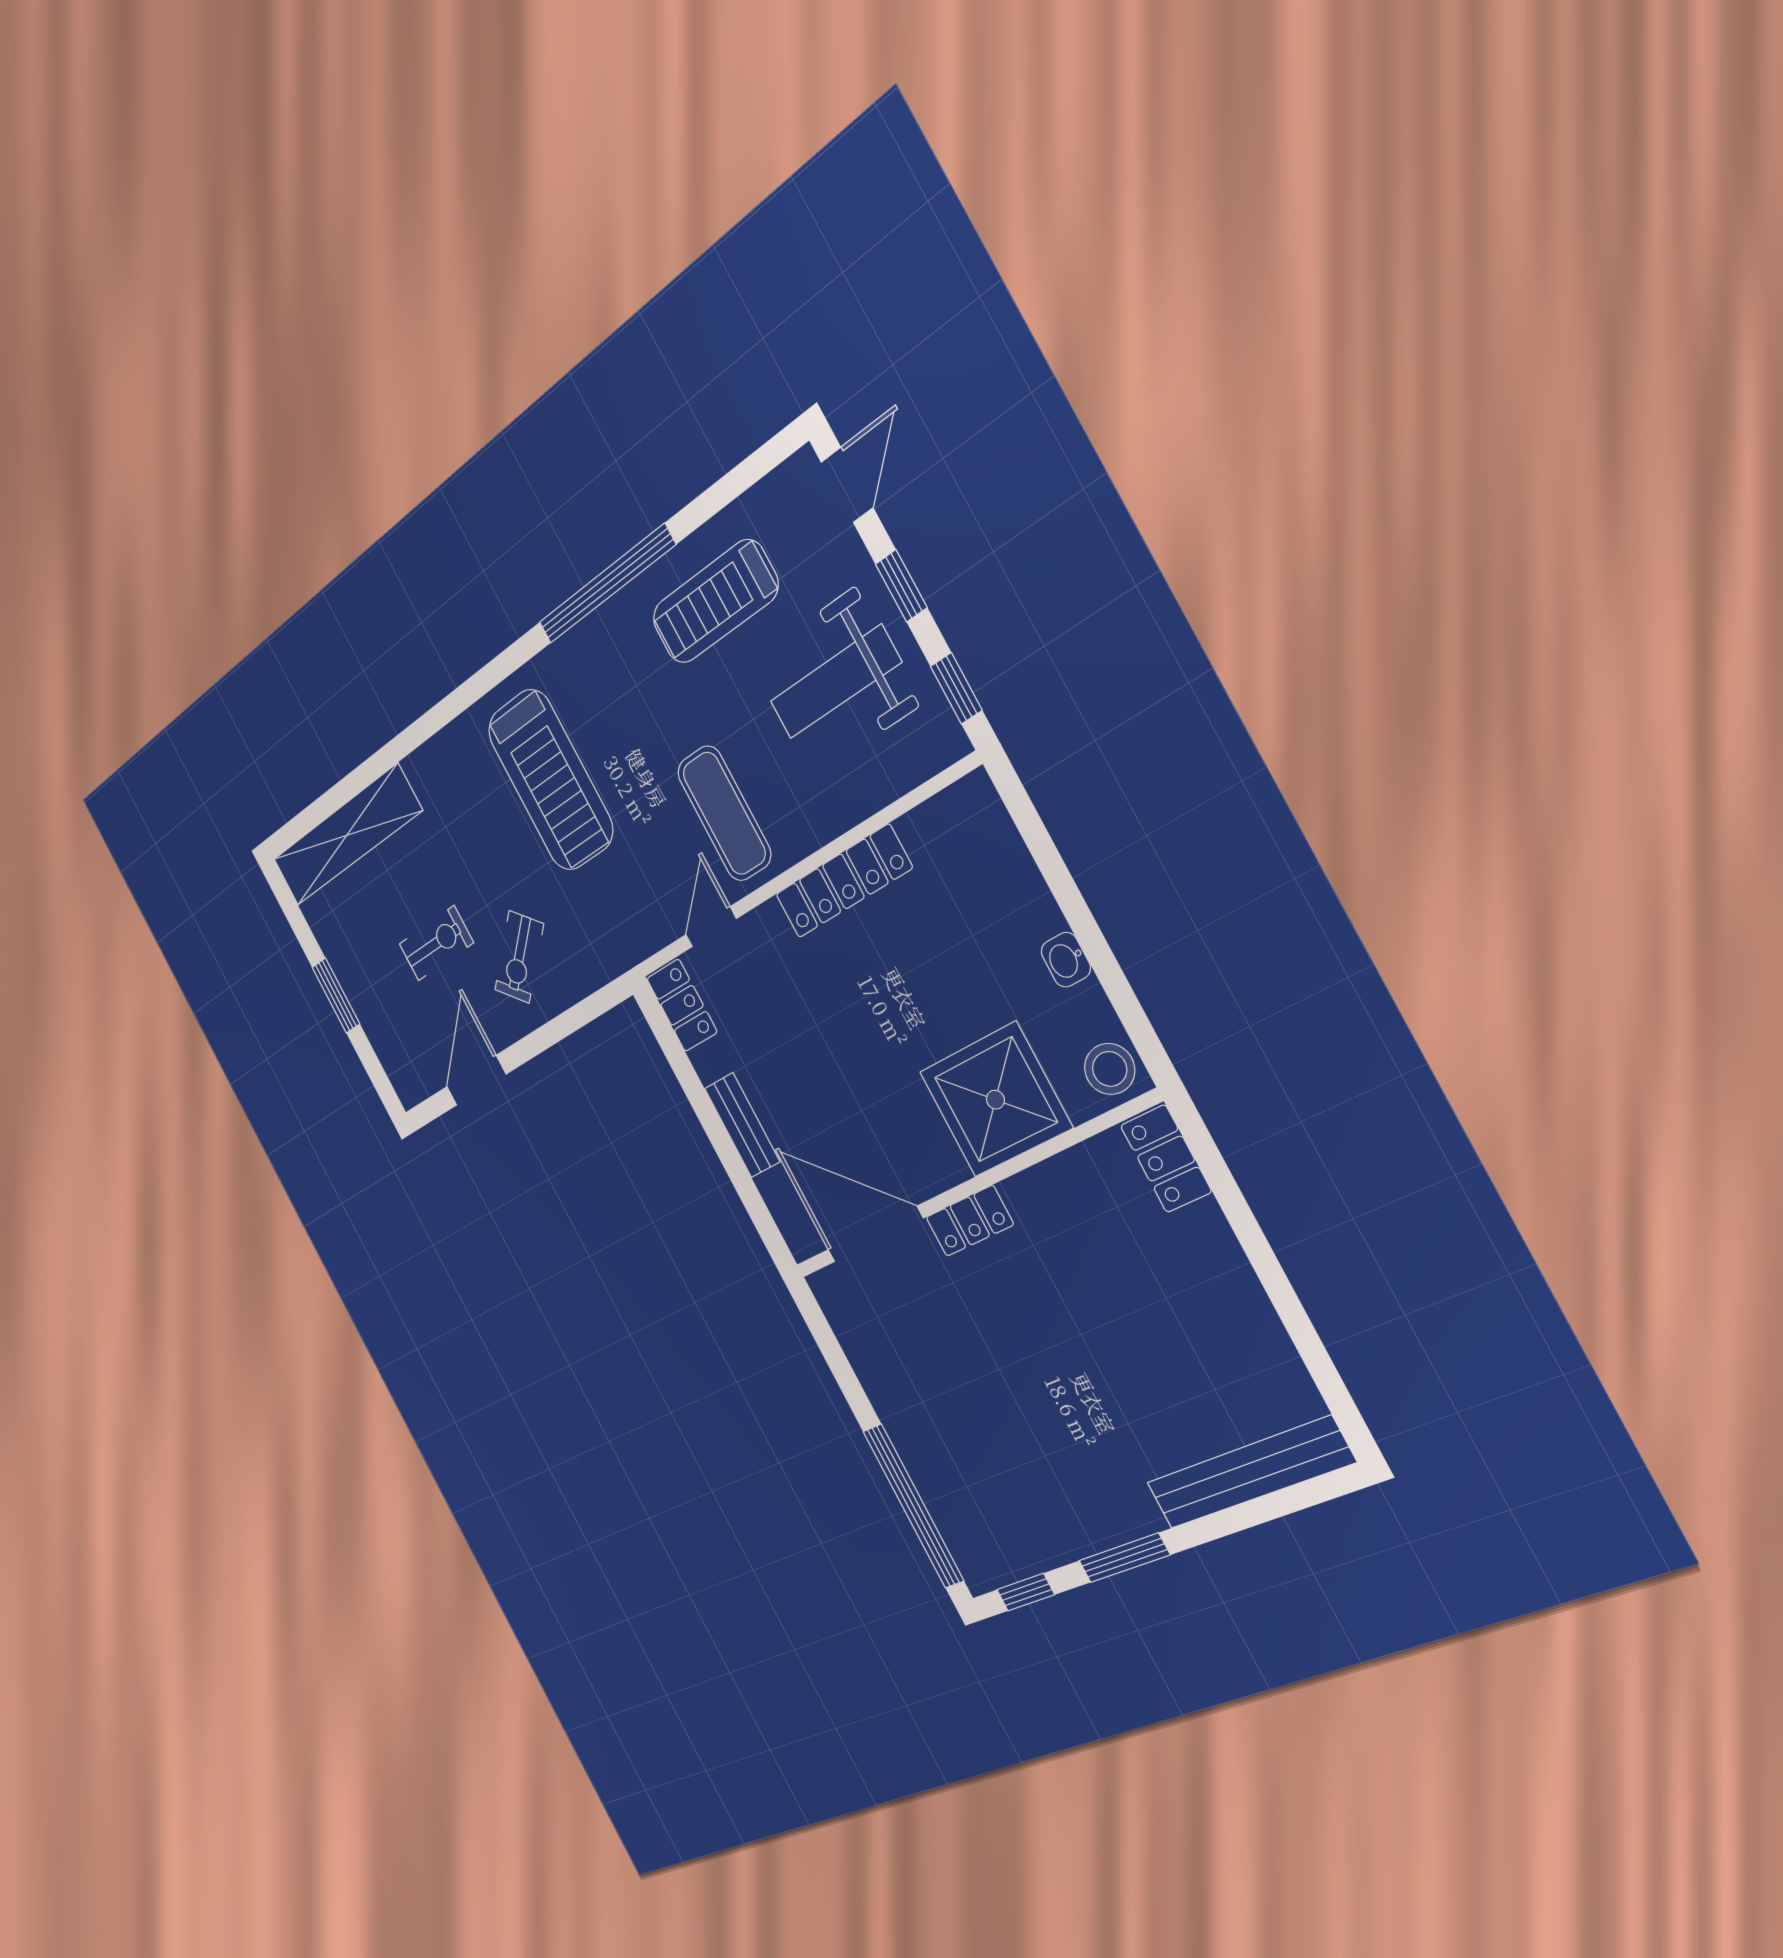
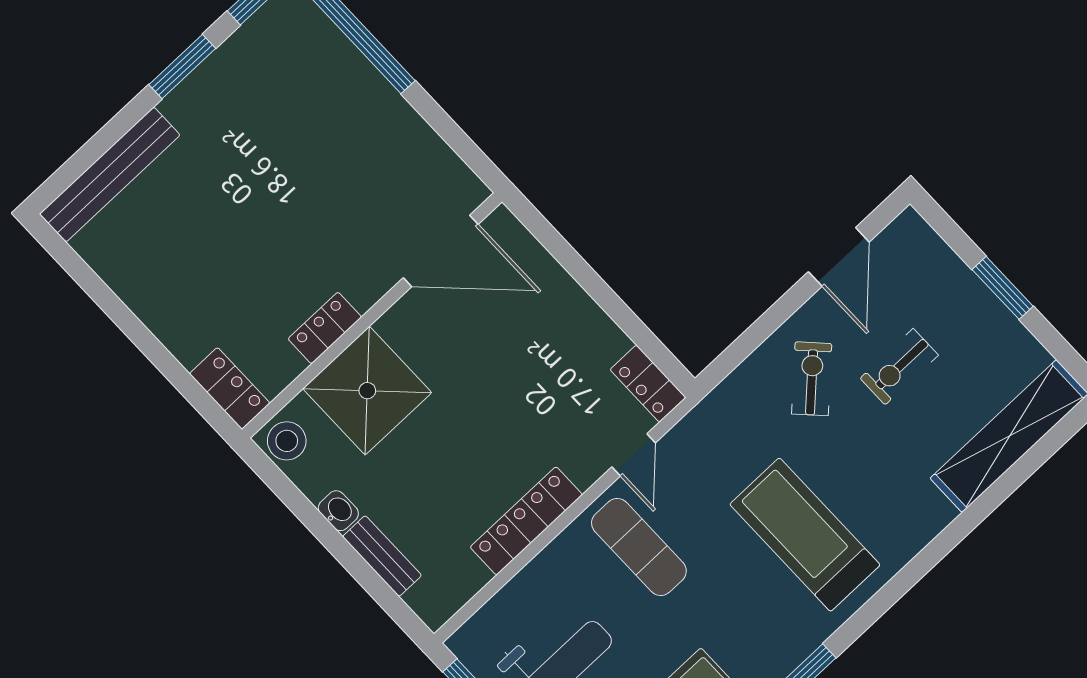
bench: (742, 1125) -> (382, 556), moved
locker: (970, 1221) -> (325, 328), moved

